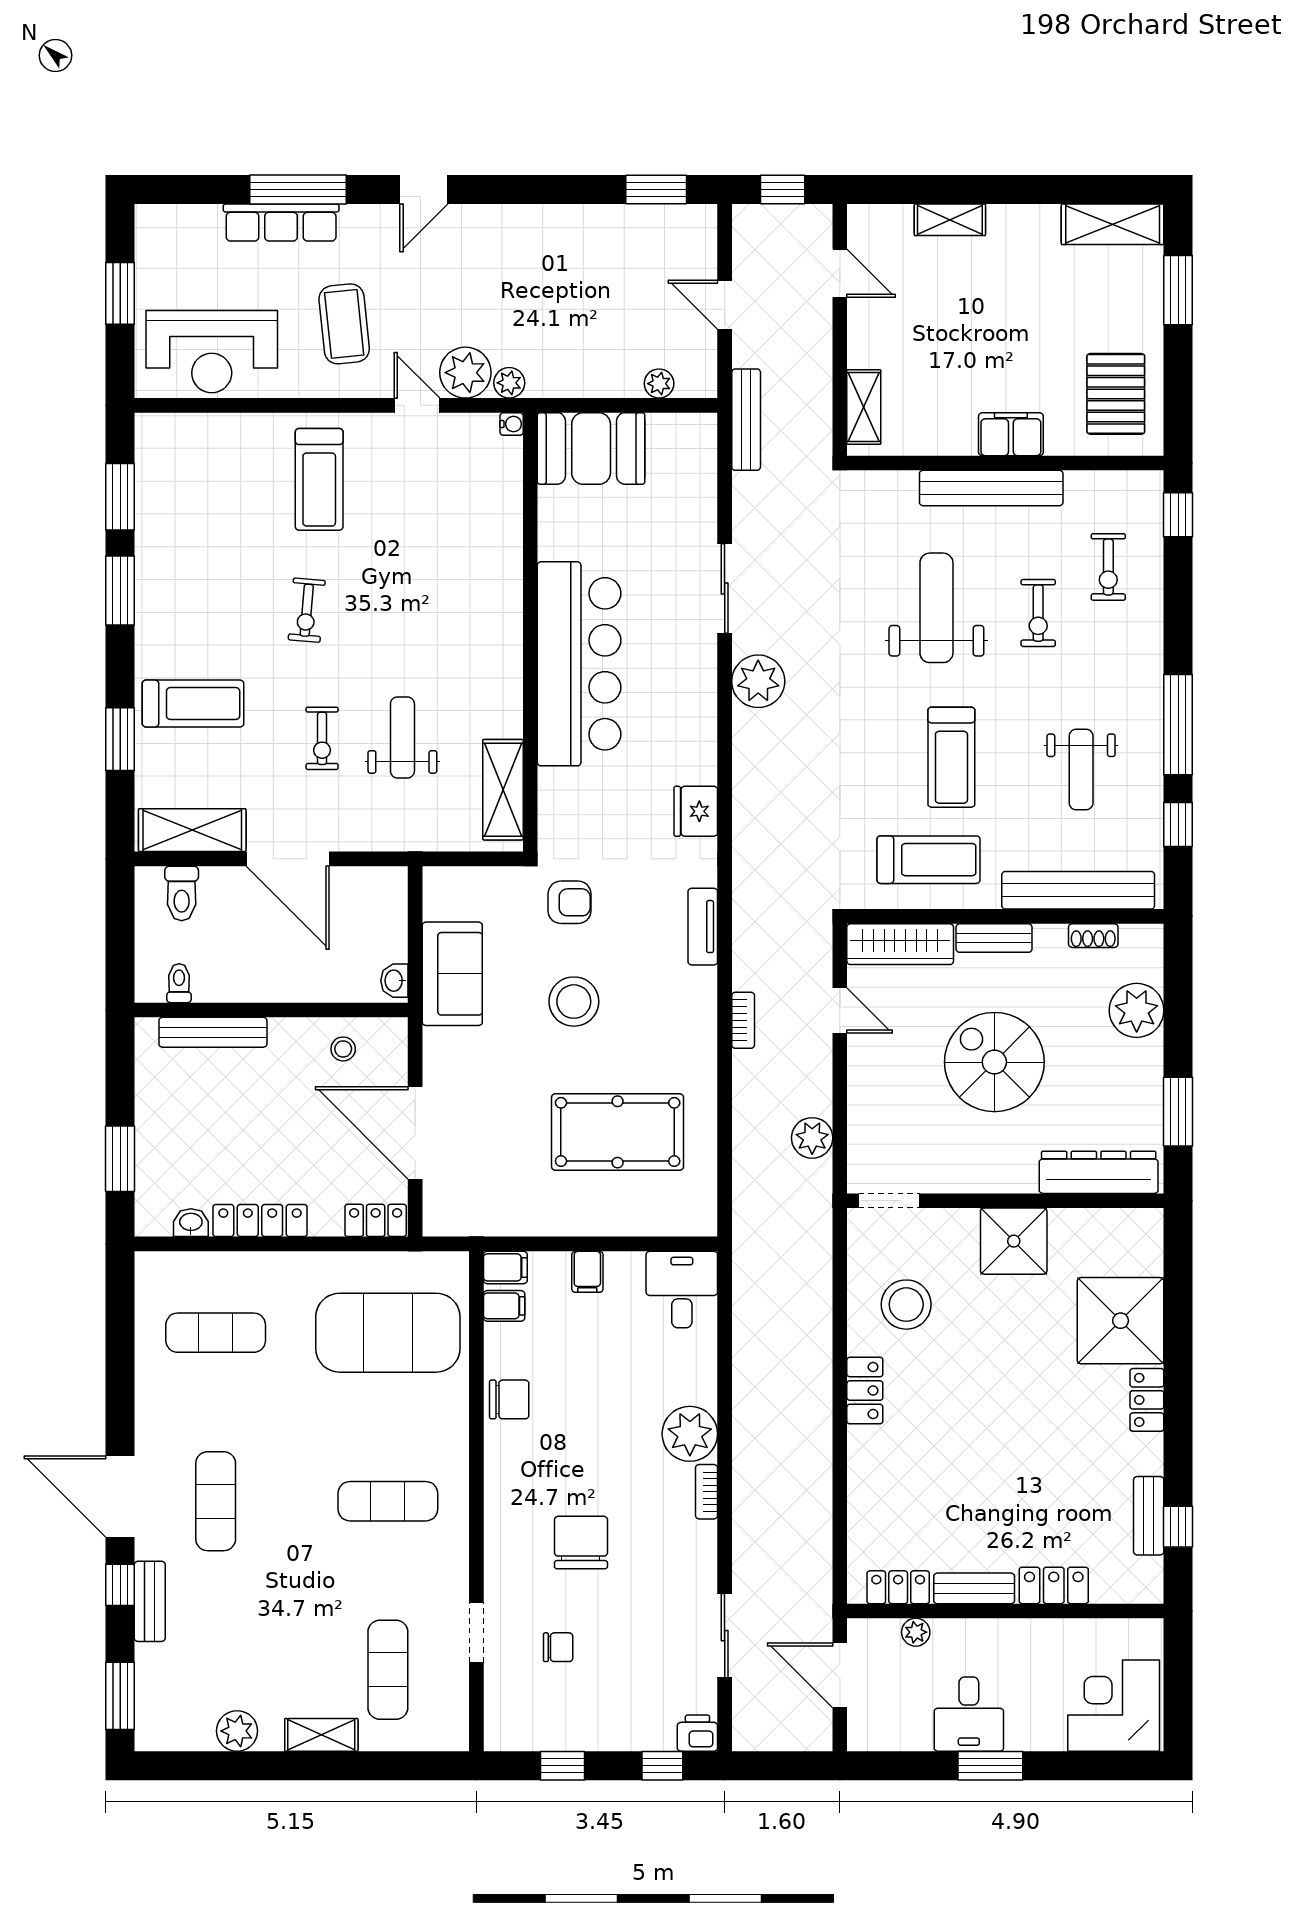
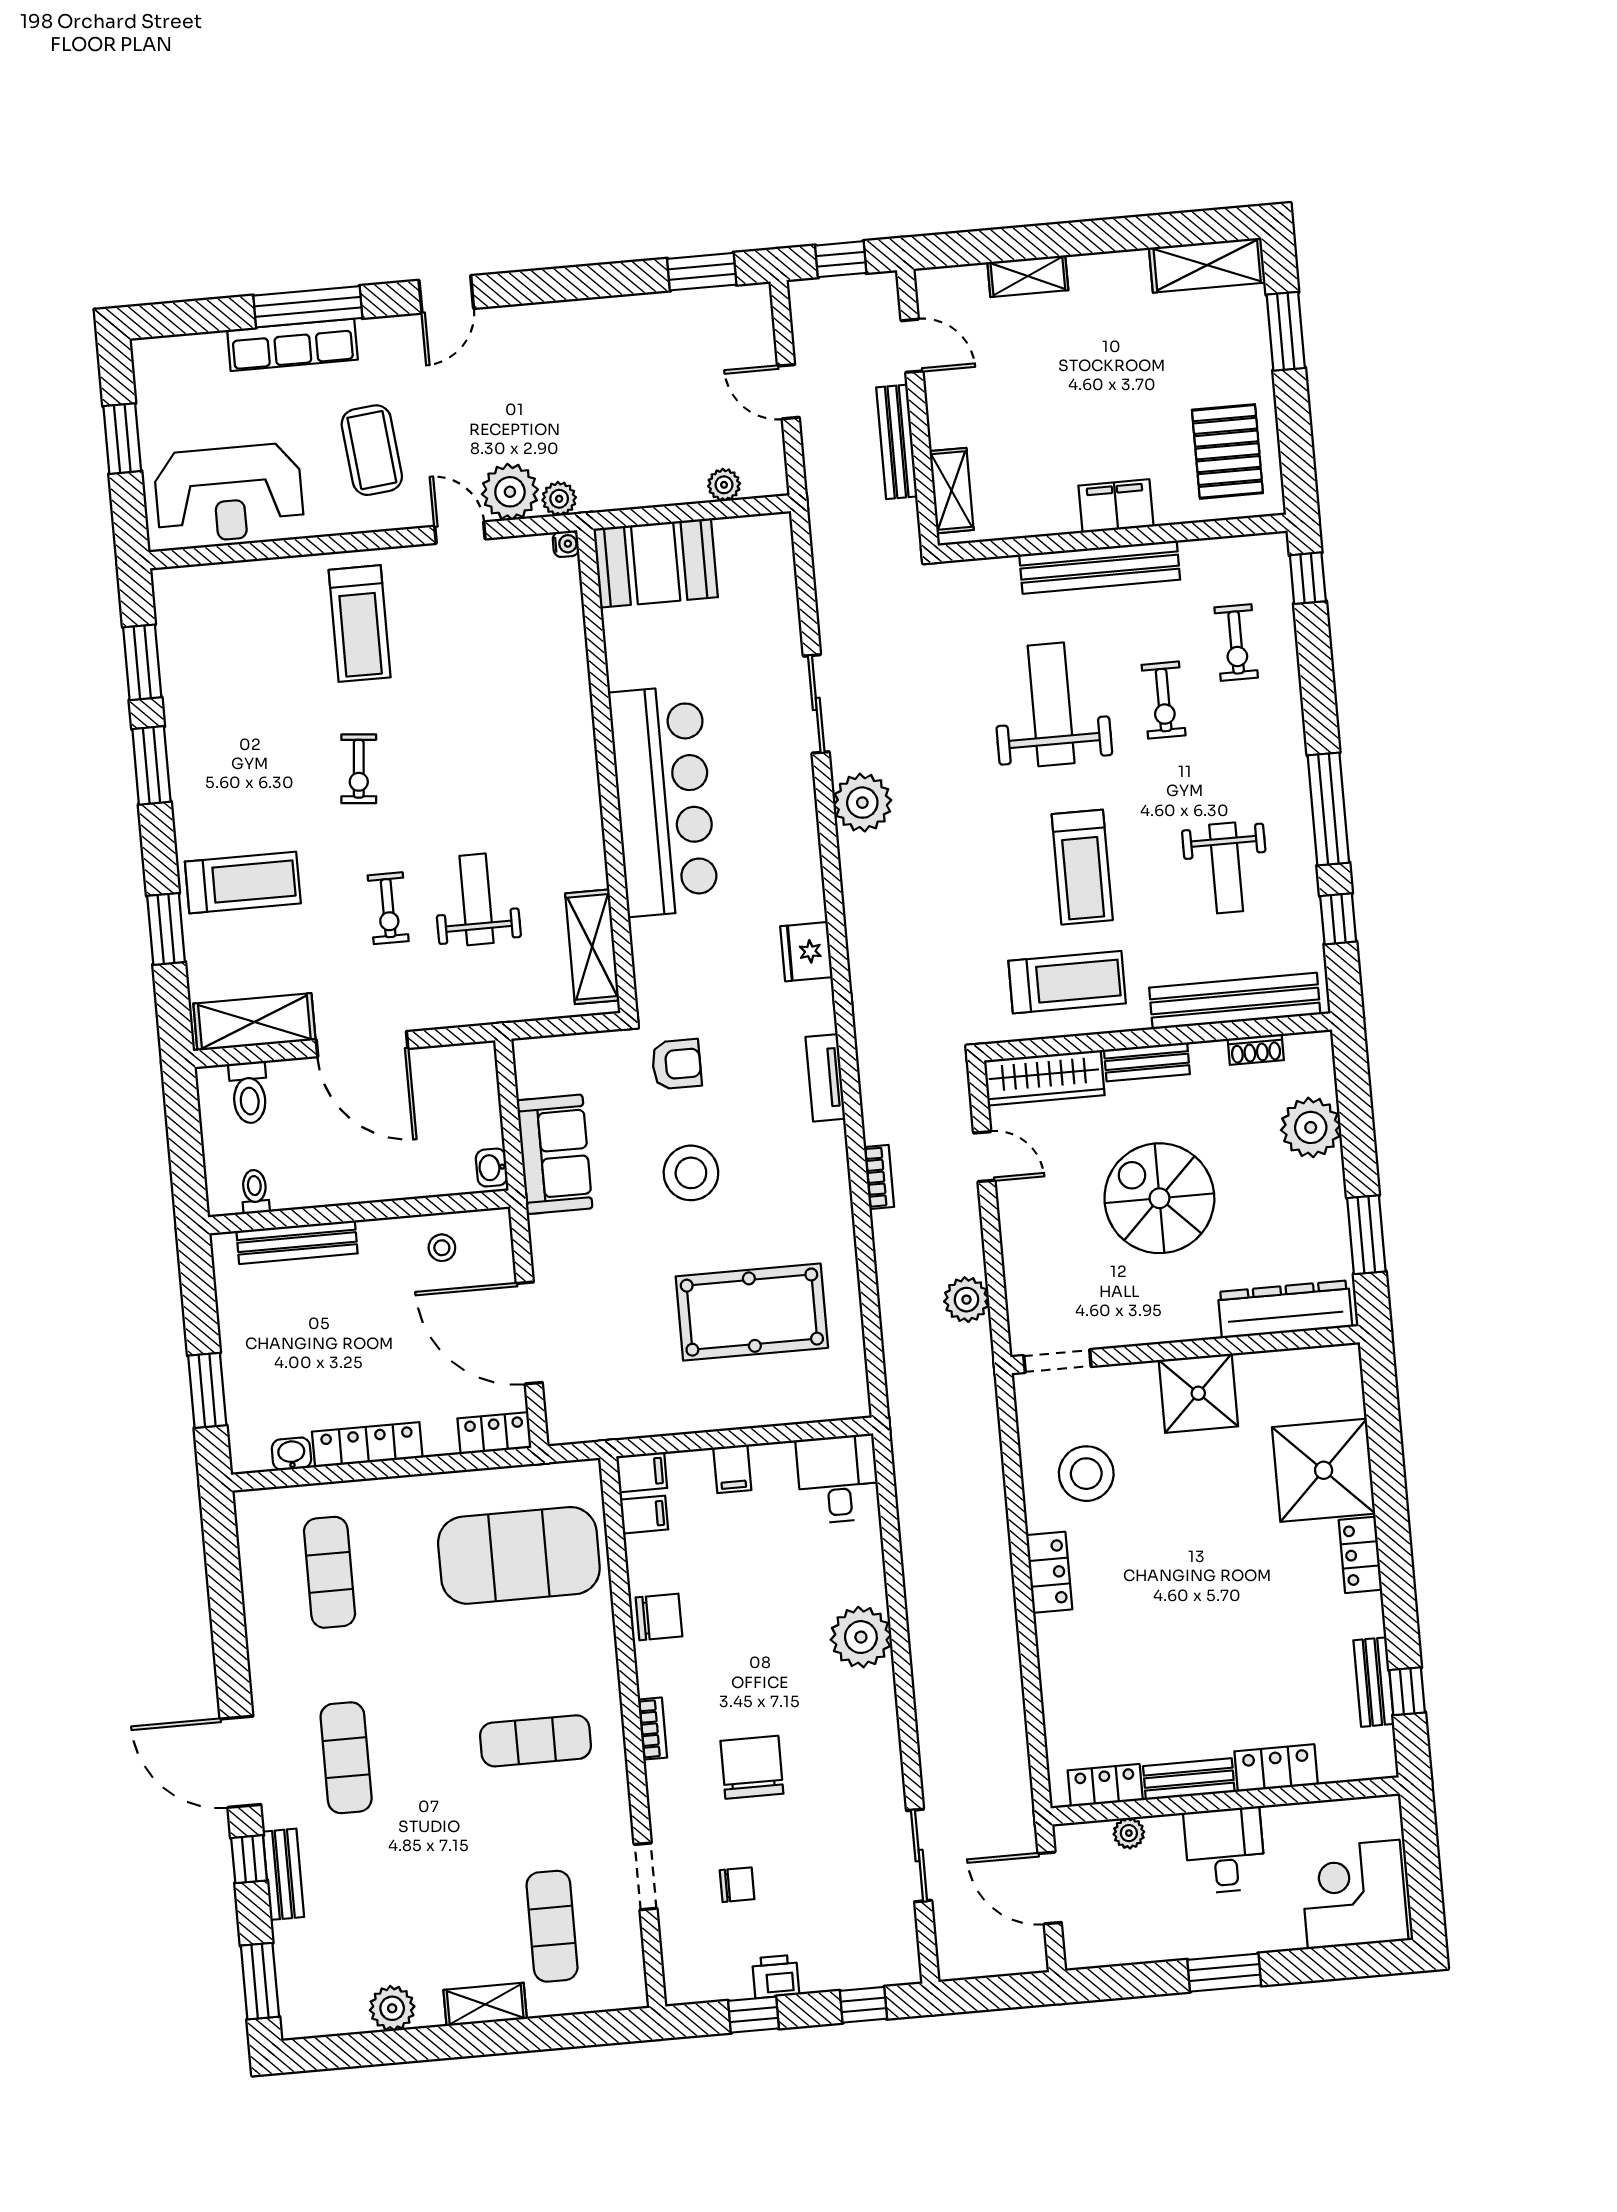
bench: (746, 420) -> (897, 442), moved
exercise mat: (216, 1333) -> (330, 1572), turned 90
bookcase: (707, 1492) -> (653, 1729), moved, turned 180
desk: (969, 1714) -> (1225, 1850), moved, turned 180
printer: (697, 1733) -> (776, 1976), moved

